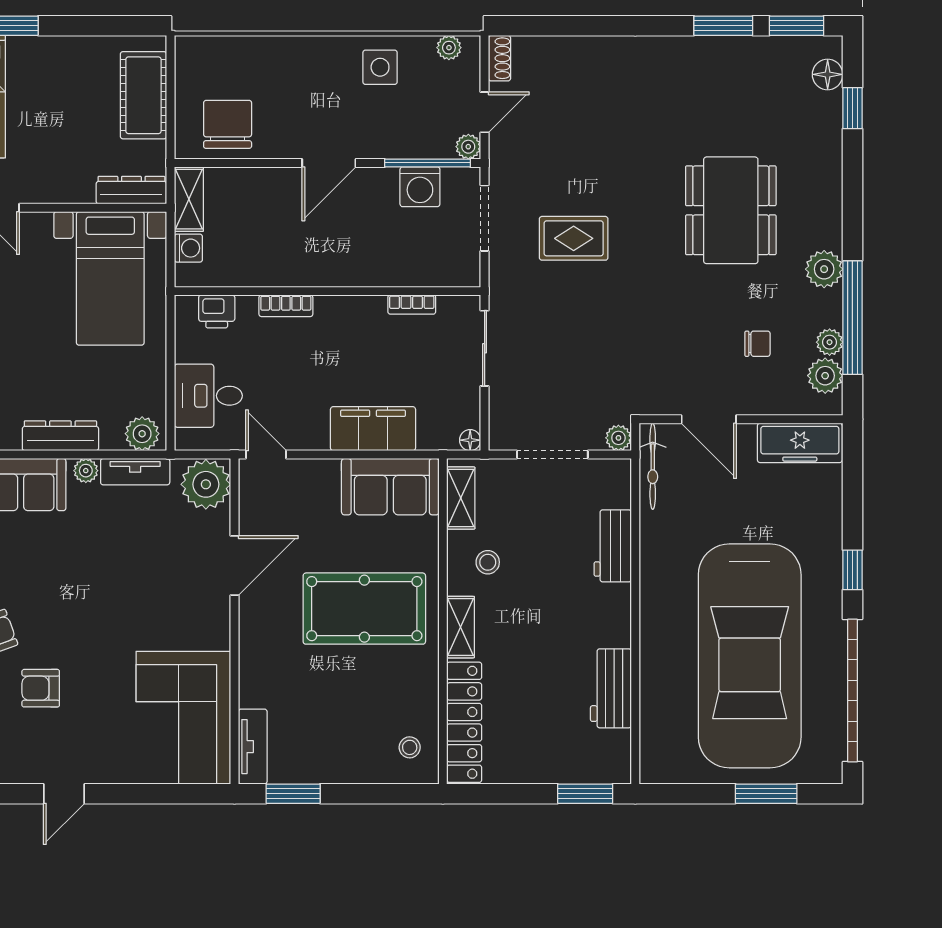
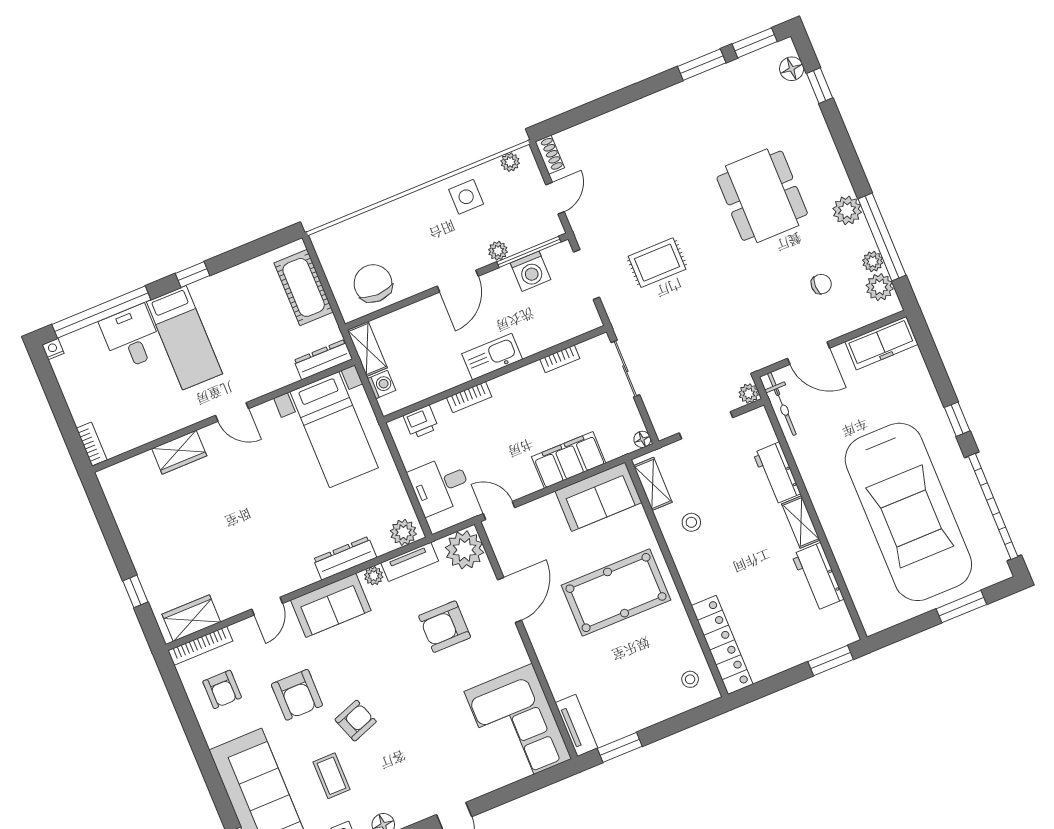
plant: (468, 147) -> (498, 251), moved
kitchen sink: (333, 269) -> (492, 357), added
shelving: (461, 627) -> (801, 522), moved
armchair: (41, 688) -> (445, 627), moved, width x1.38, depth x1.38

